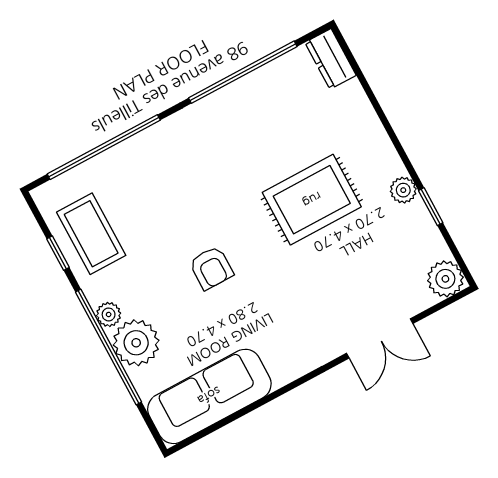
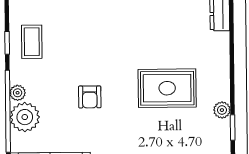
coffee table: (91, 234) -> (32, 42), width x0.73, depth x0.77

